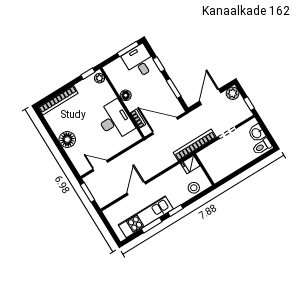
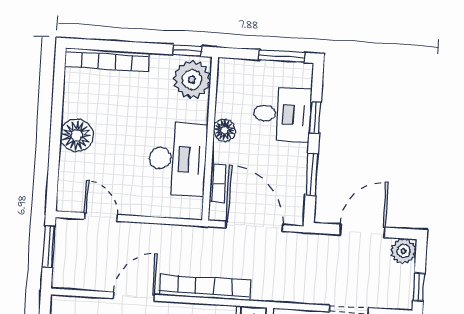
desk: (139, 61) -> (282, 114), moved, turned 90
plant: (100, 78) -> (192, 80), width x1.87, depth x1.87
bookcase: (195, 145) -> (205, 288), moved

